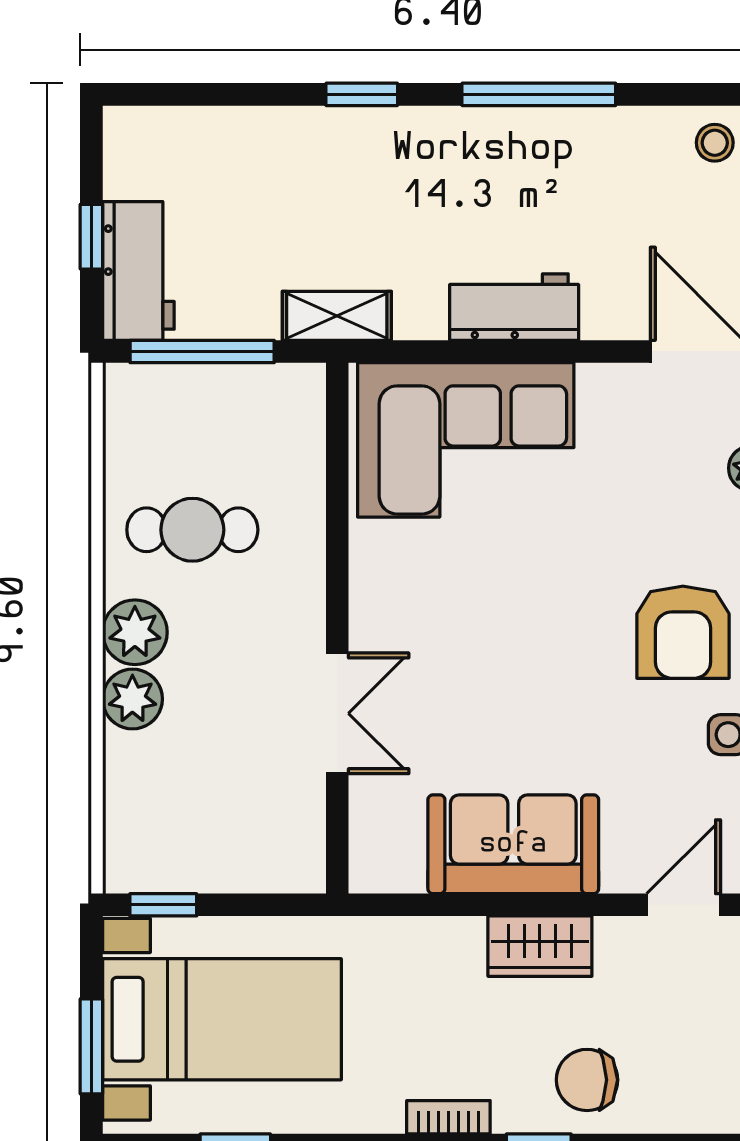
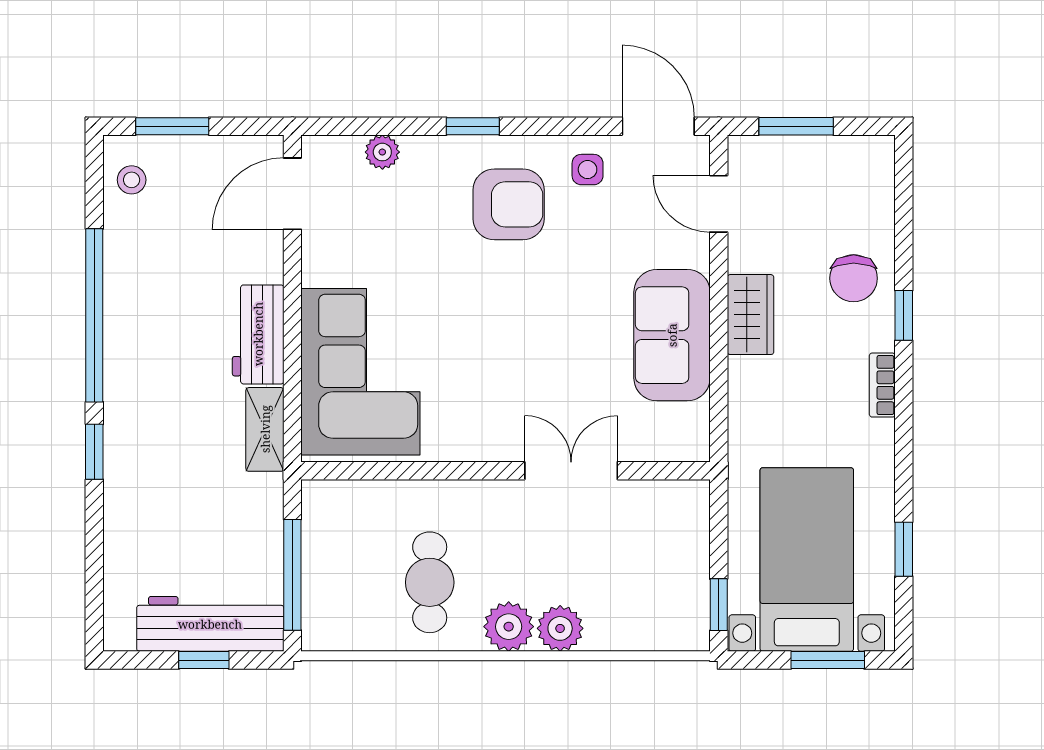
window: (539, 94) -> (94, 315), width x1.46
workbench: (138, 271) -> (210, 624), width x1.38
shelving: (337, 316) -> (265, 429), moved

